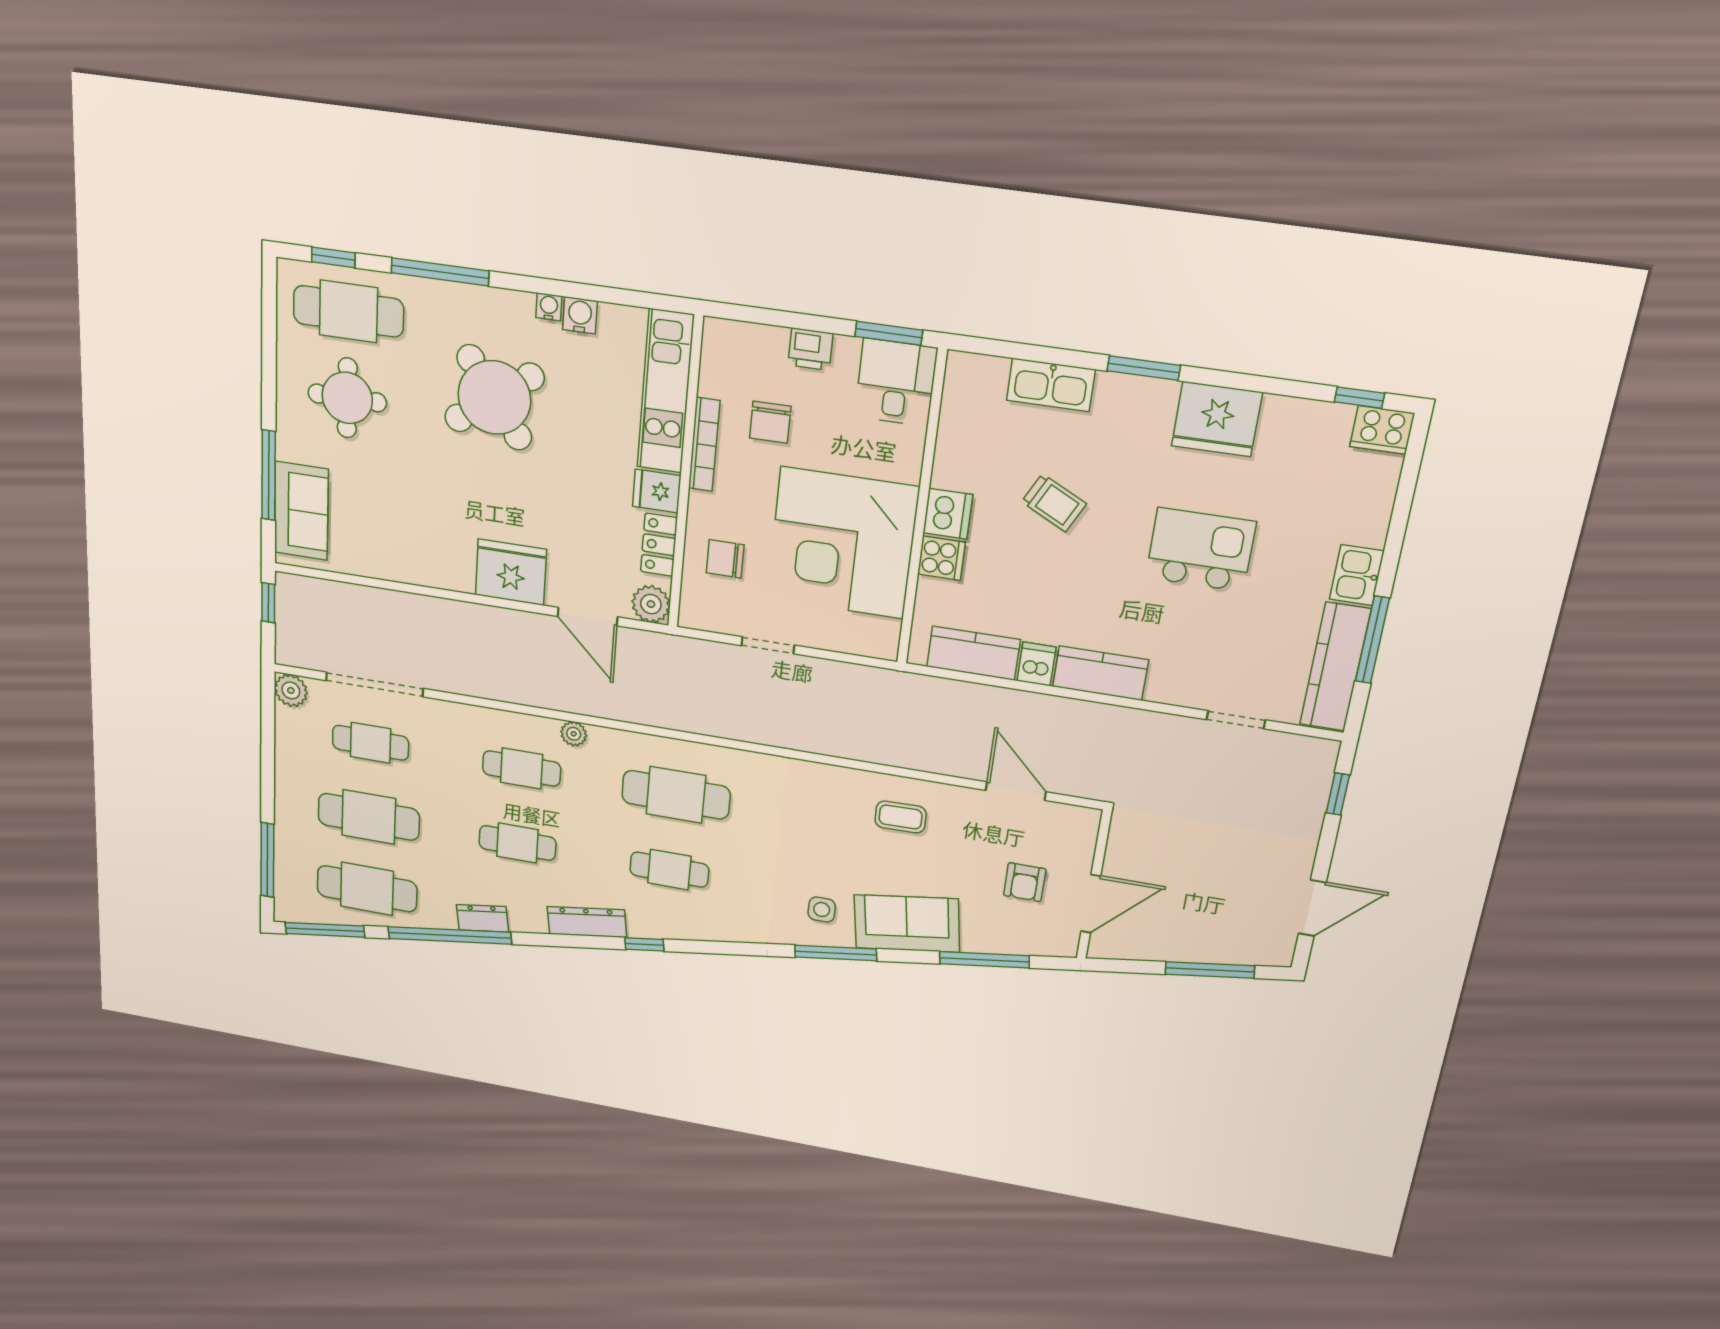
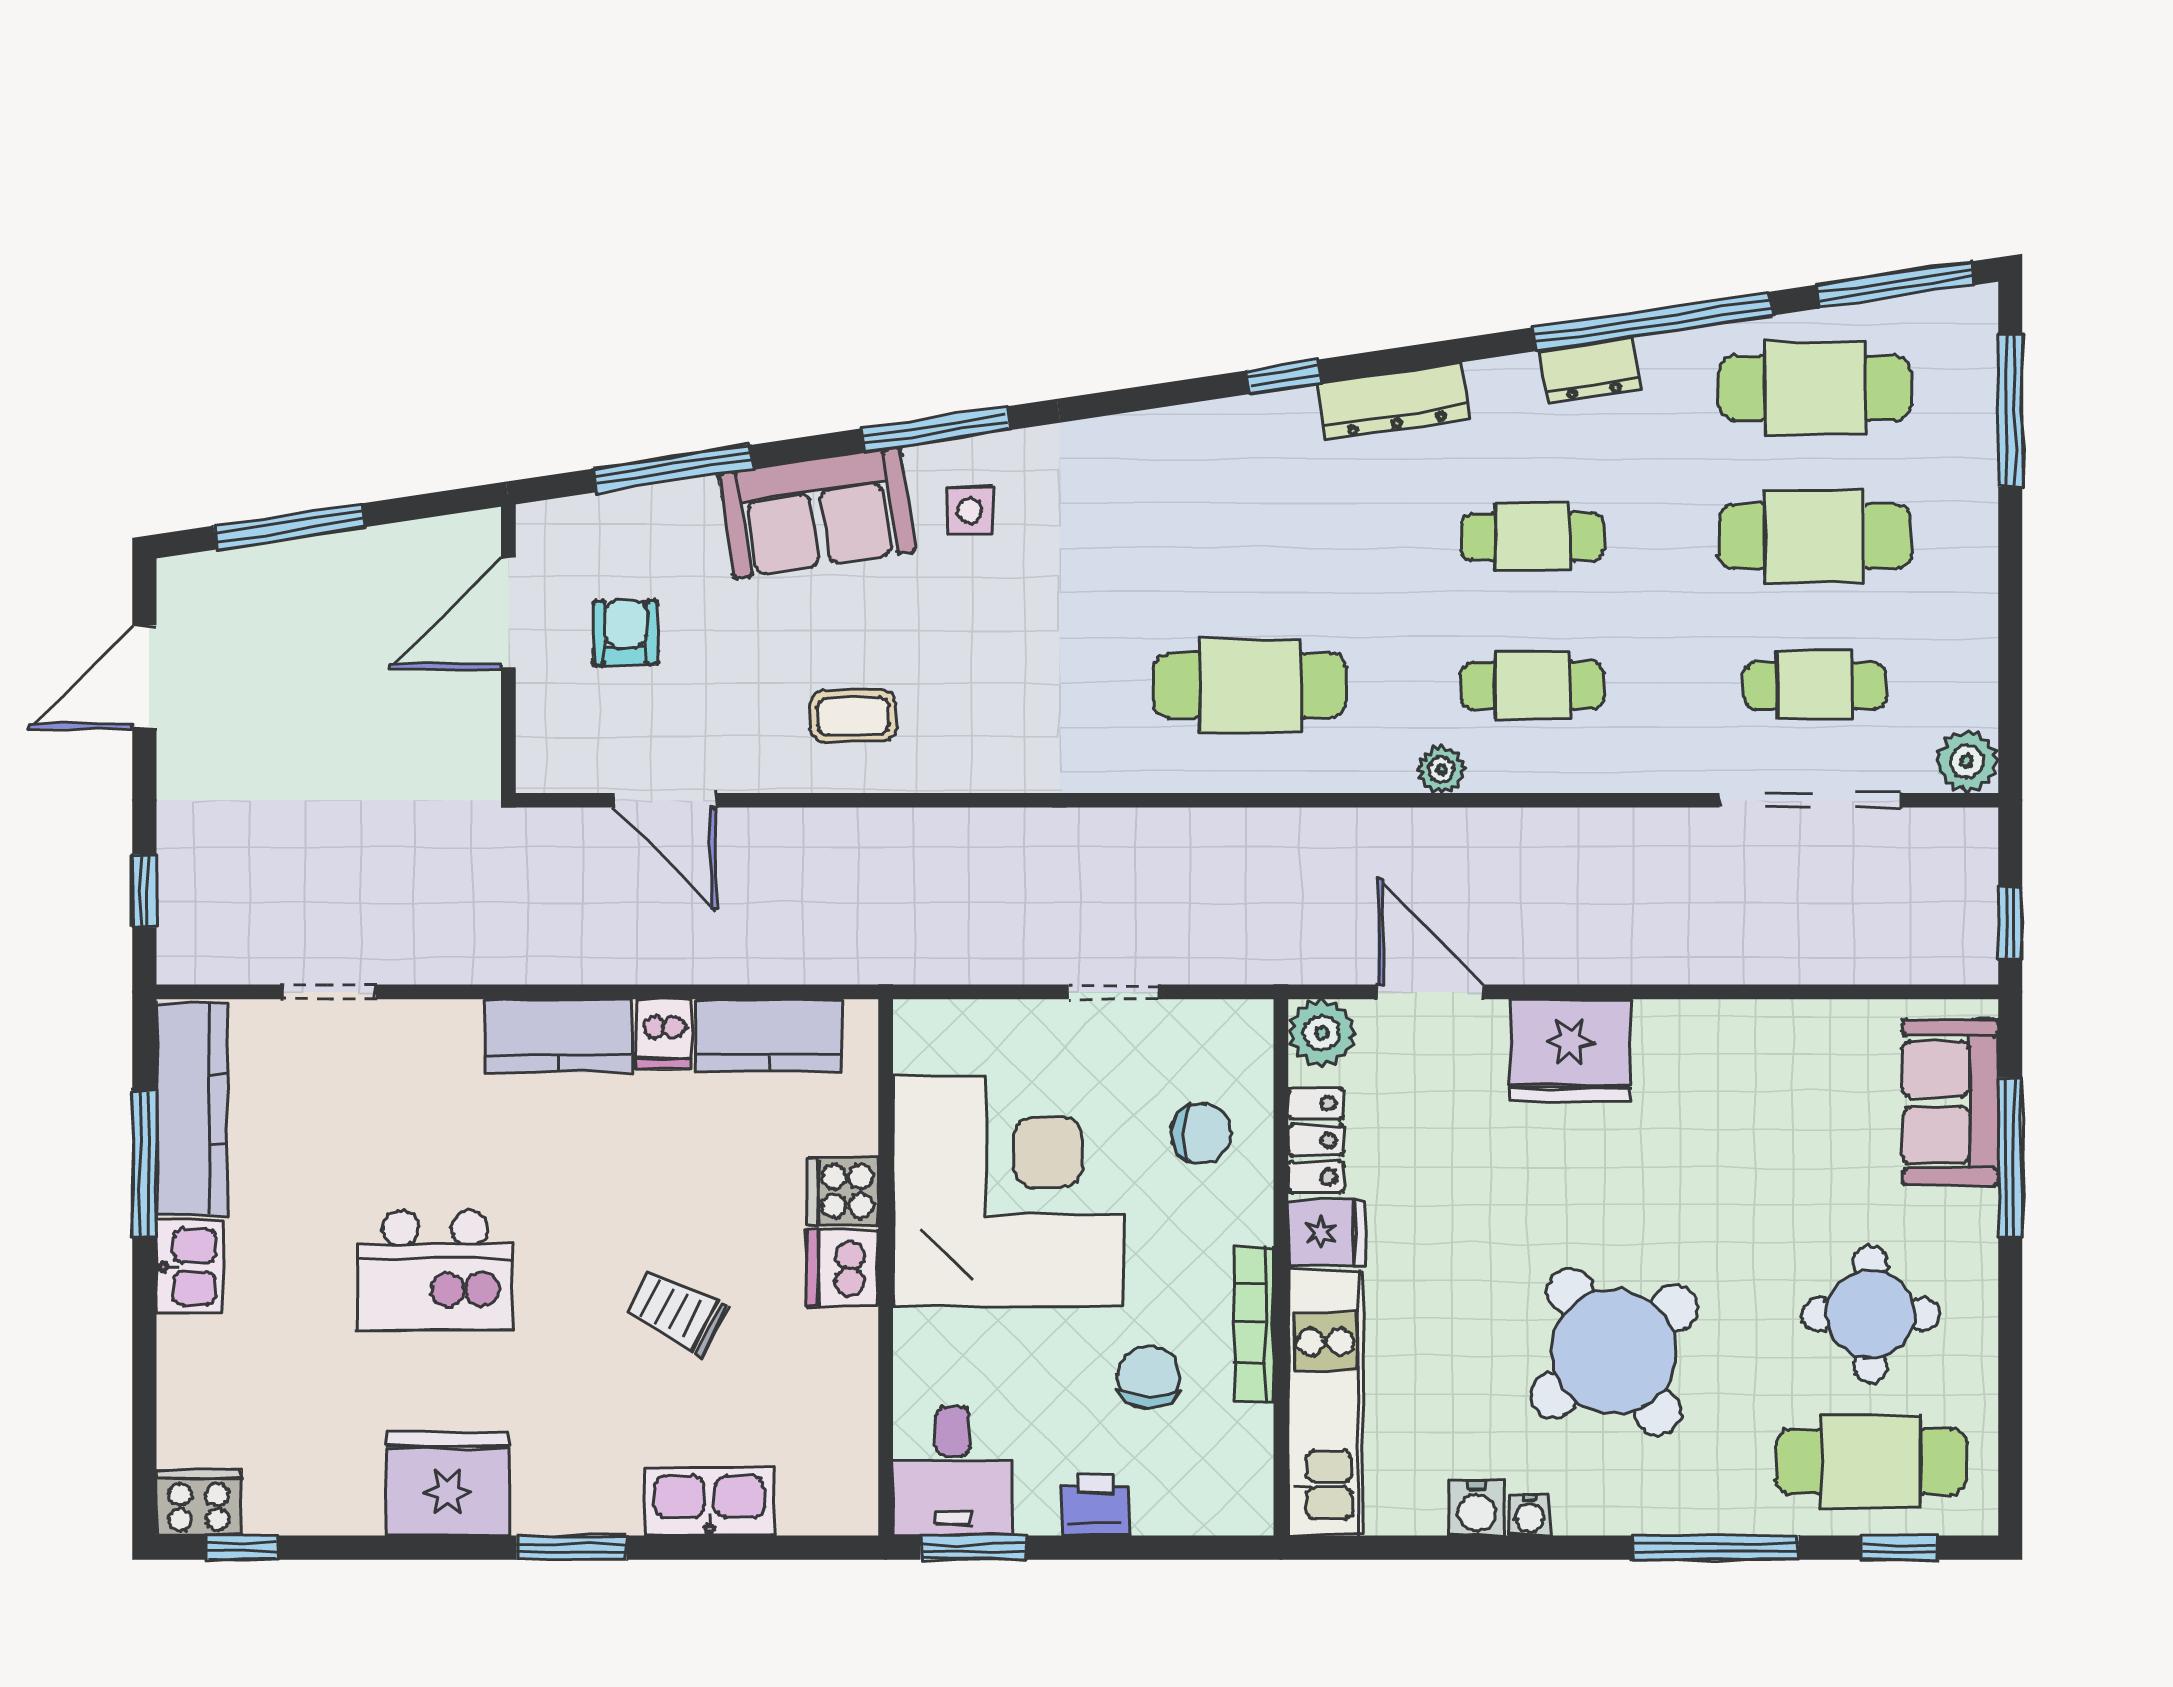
cafe table: (669, 870) -> (1250, 537), removed

